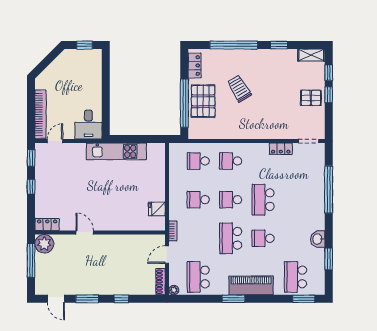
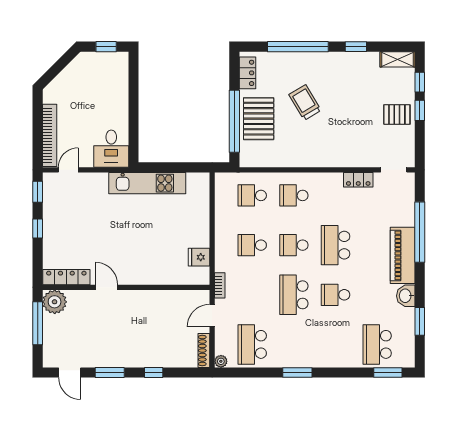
locker: (47, 225) -> (66, 277), width x1.53
piano: (251, 285) -> (403, 255), moved, turned -90

